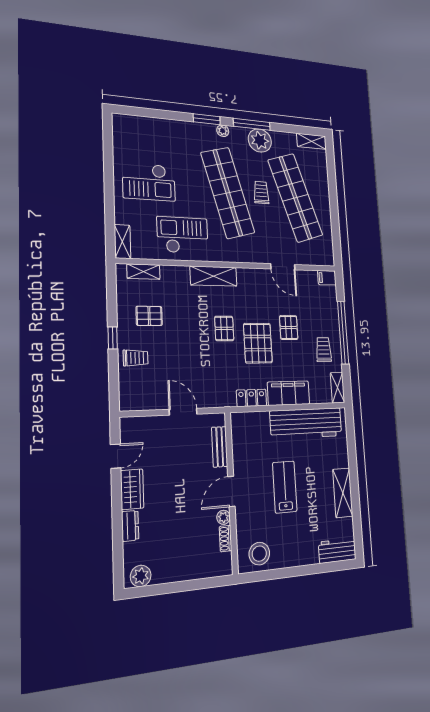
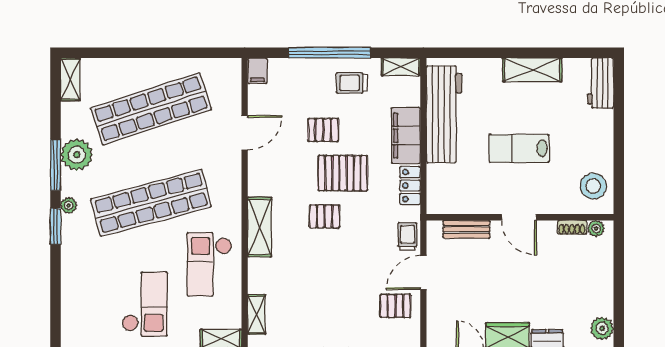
trolley: (261, 193) -> (147, 157), removed
pallet: (149, 316) -> (395, 306), moved, turned 90
trolley: (136, 358) -> (408, 236), moved
plant: (224, 517) -> (596, 228), moved

